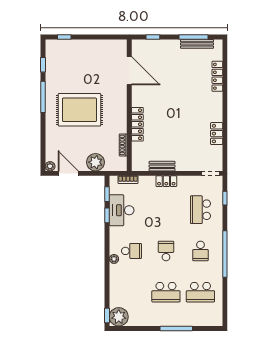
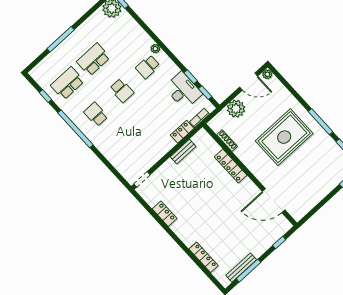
locker: (166, 181) -> (182, 132), moved
window: (225, 198) -> (45, 96), moved
school desk: (200, 210) -> (124, 145), removed

